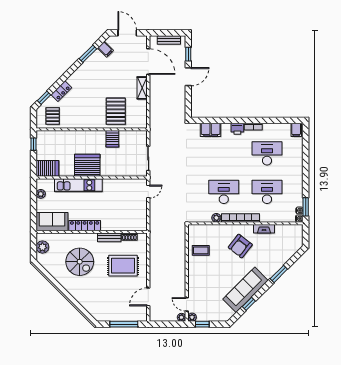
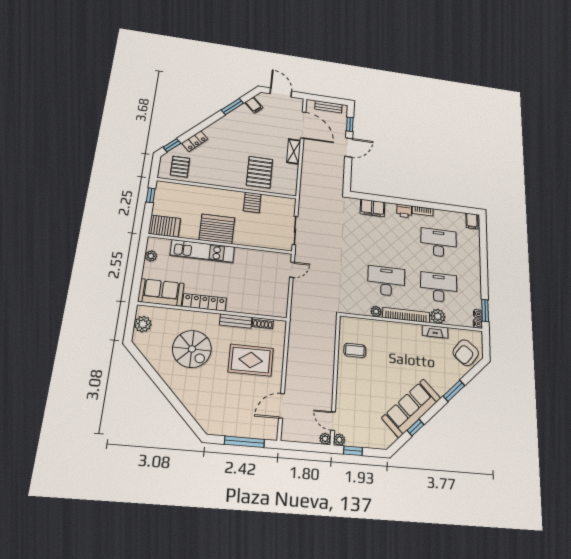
plant: (266, 216) -> (438, 316), added
armchair: (240, 246) -> (466, 353), moved

